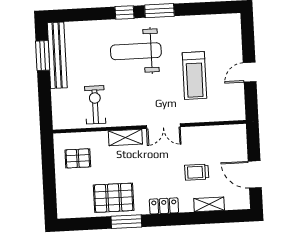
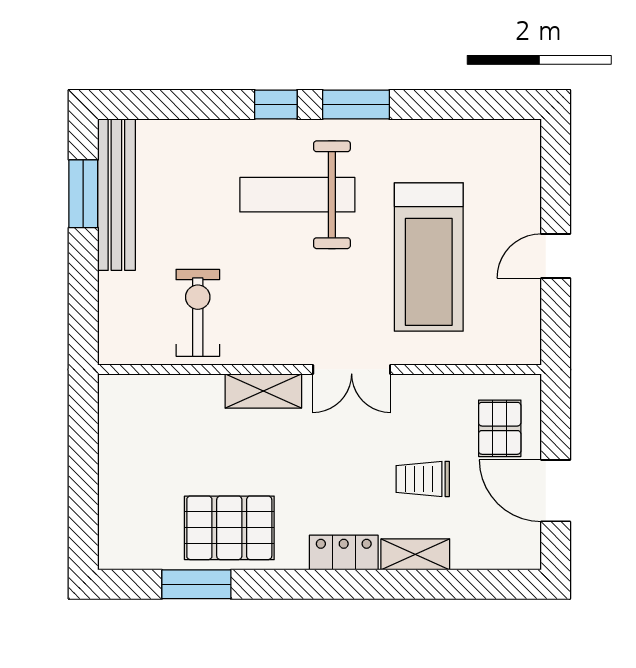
treadmill: (194, 75) -> (429, 257), width x1.37, depth x1.38
pallet: (78, 158) -> (500, 428), moved, turned 90
shelving: (209, 204) -> (415, 554), moved
window: (126, 222) -> (196, 584), moved

